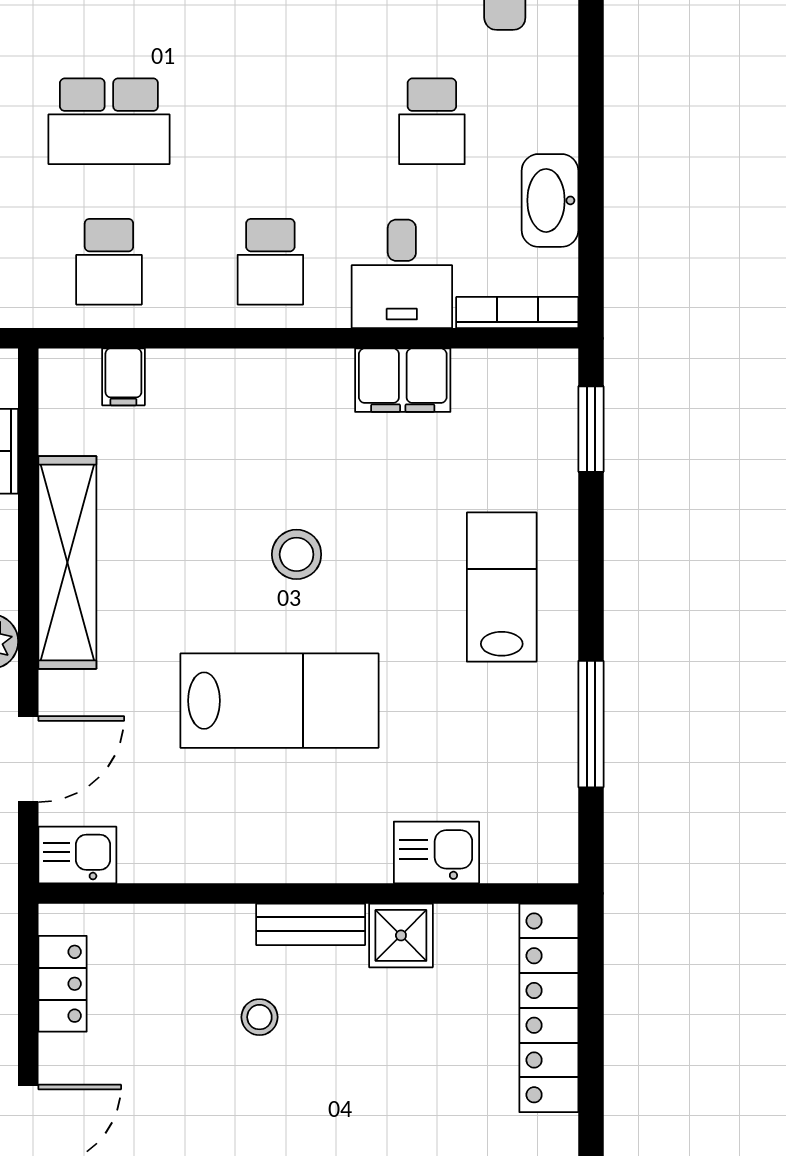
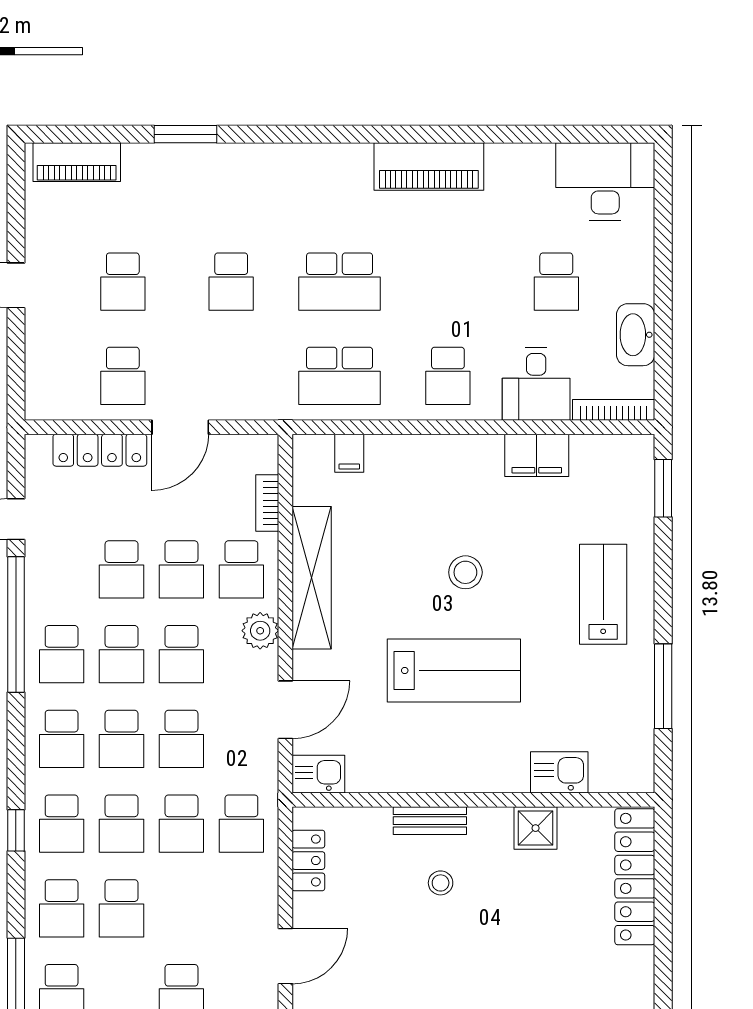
school desk: (109, 262) -> (340, 376), width x1.85
bench: (311, 924) -> (430, 821), moved

